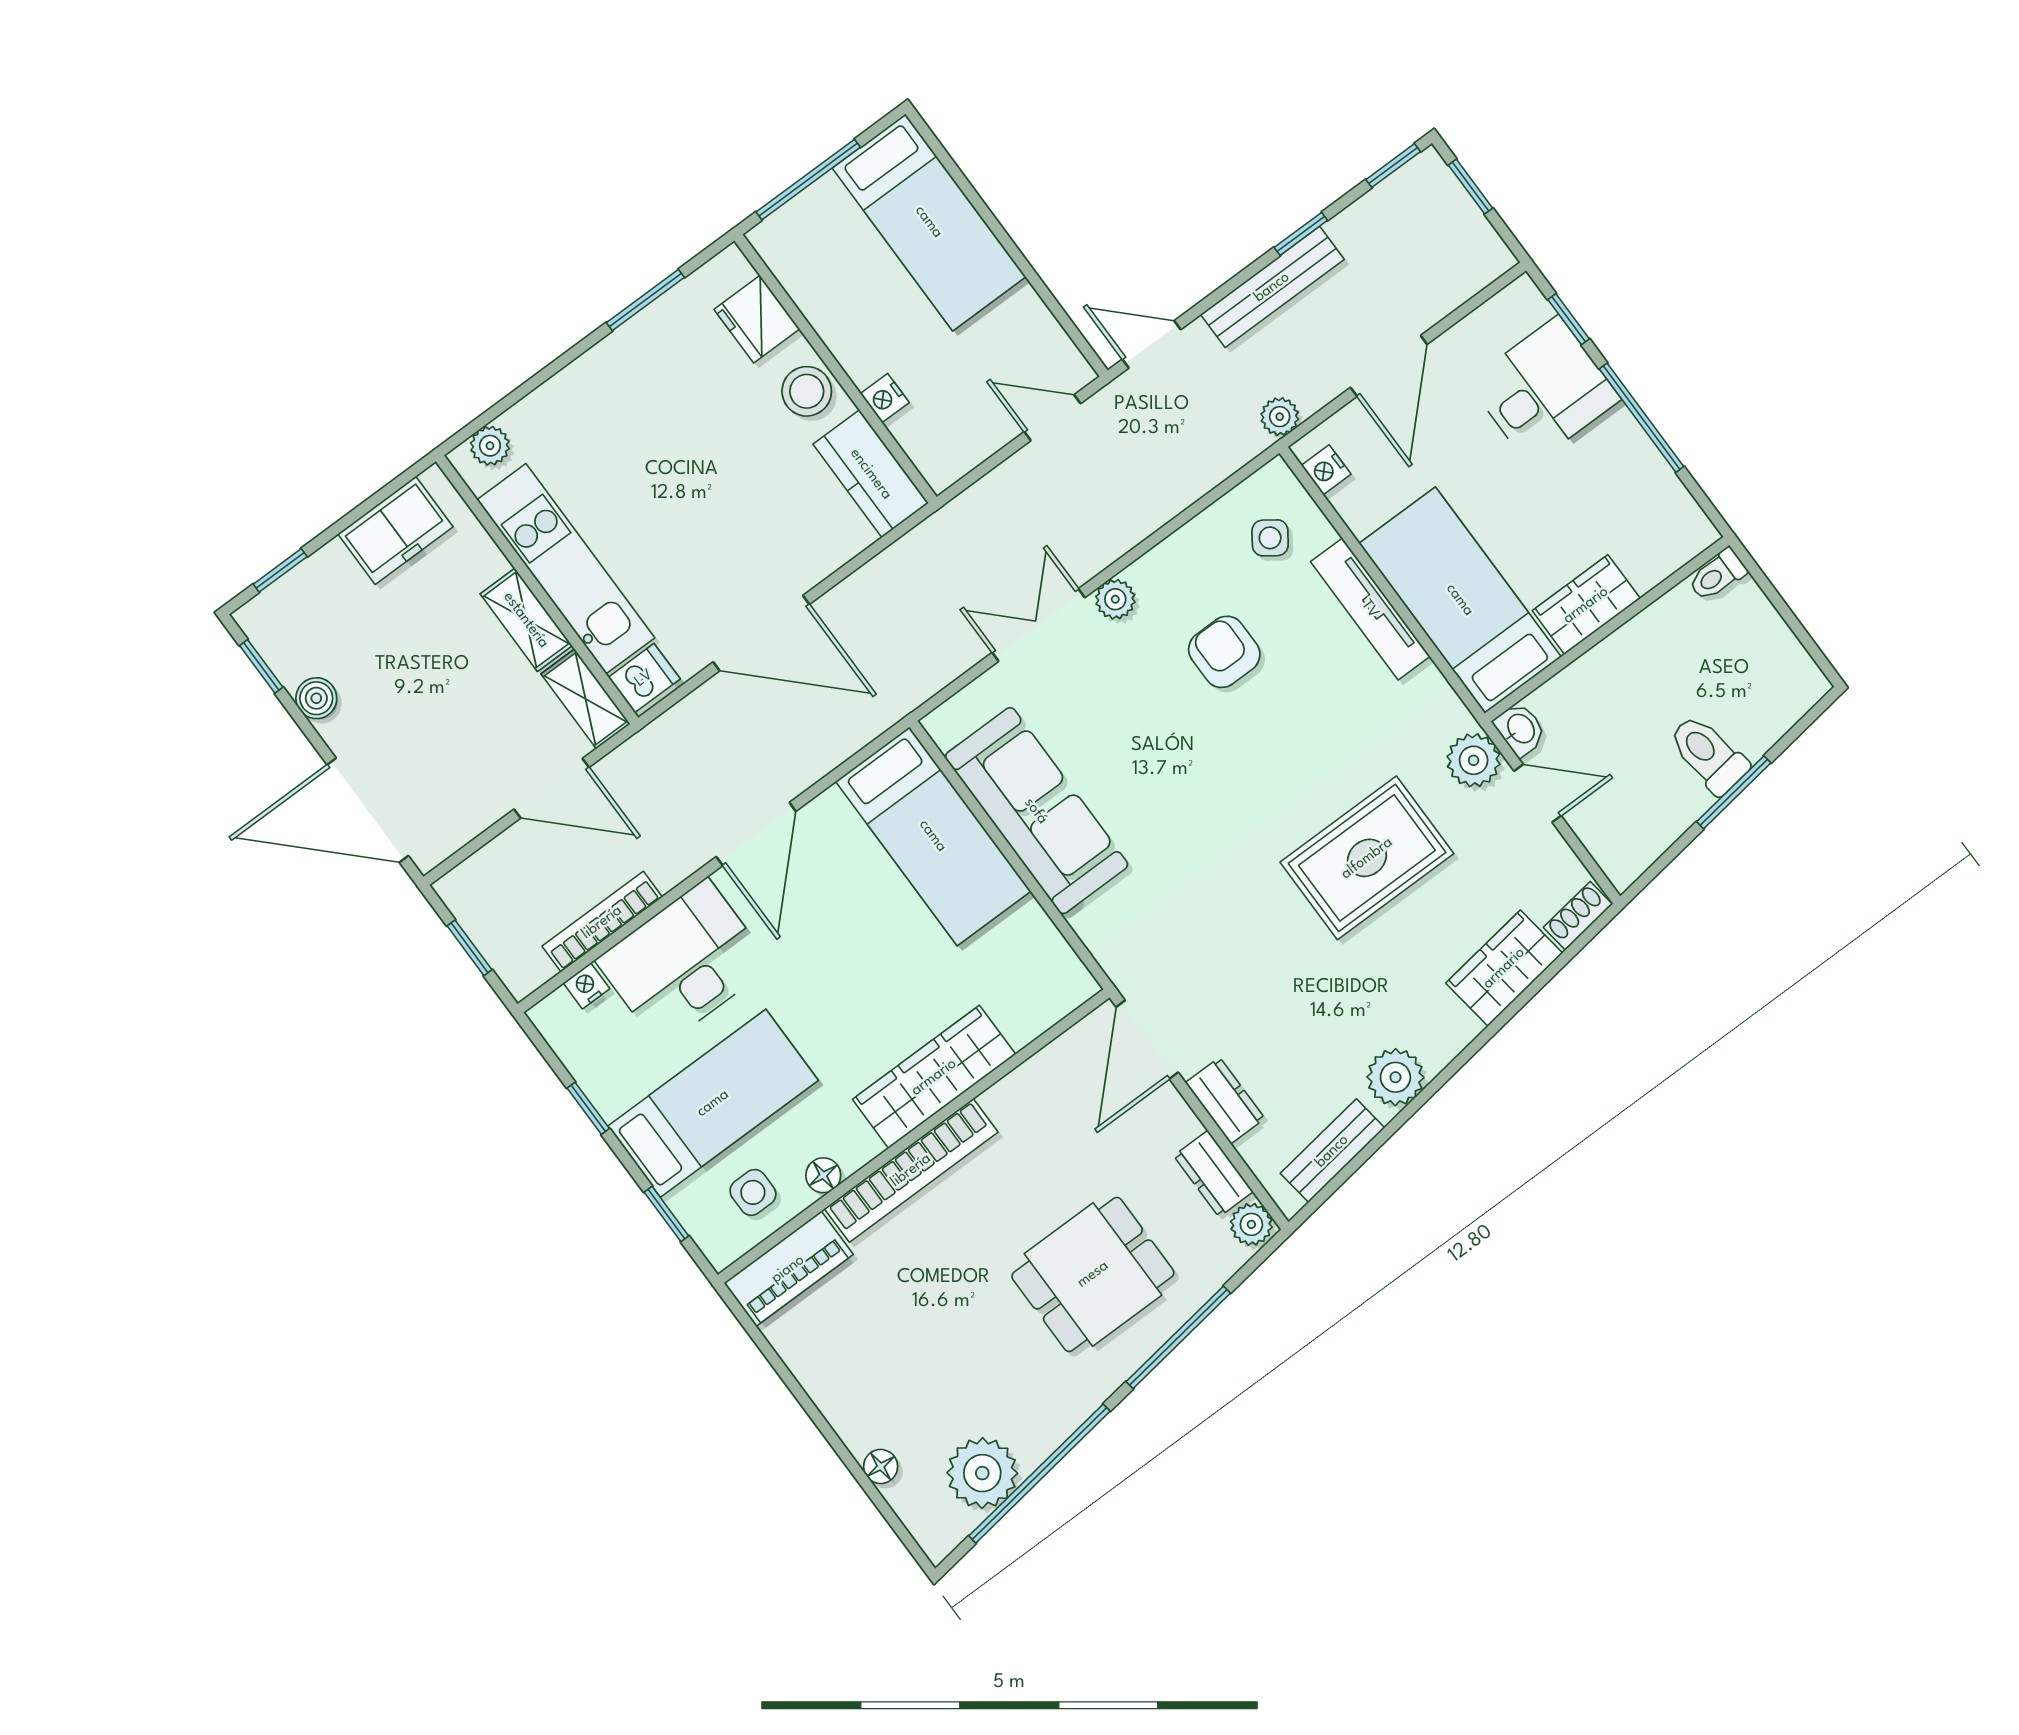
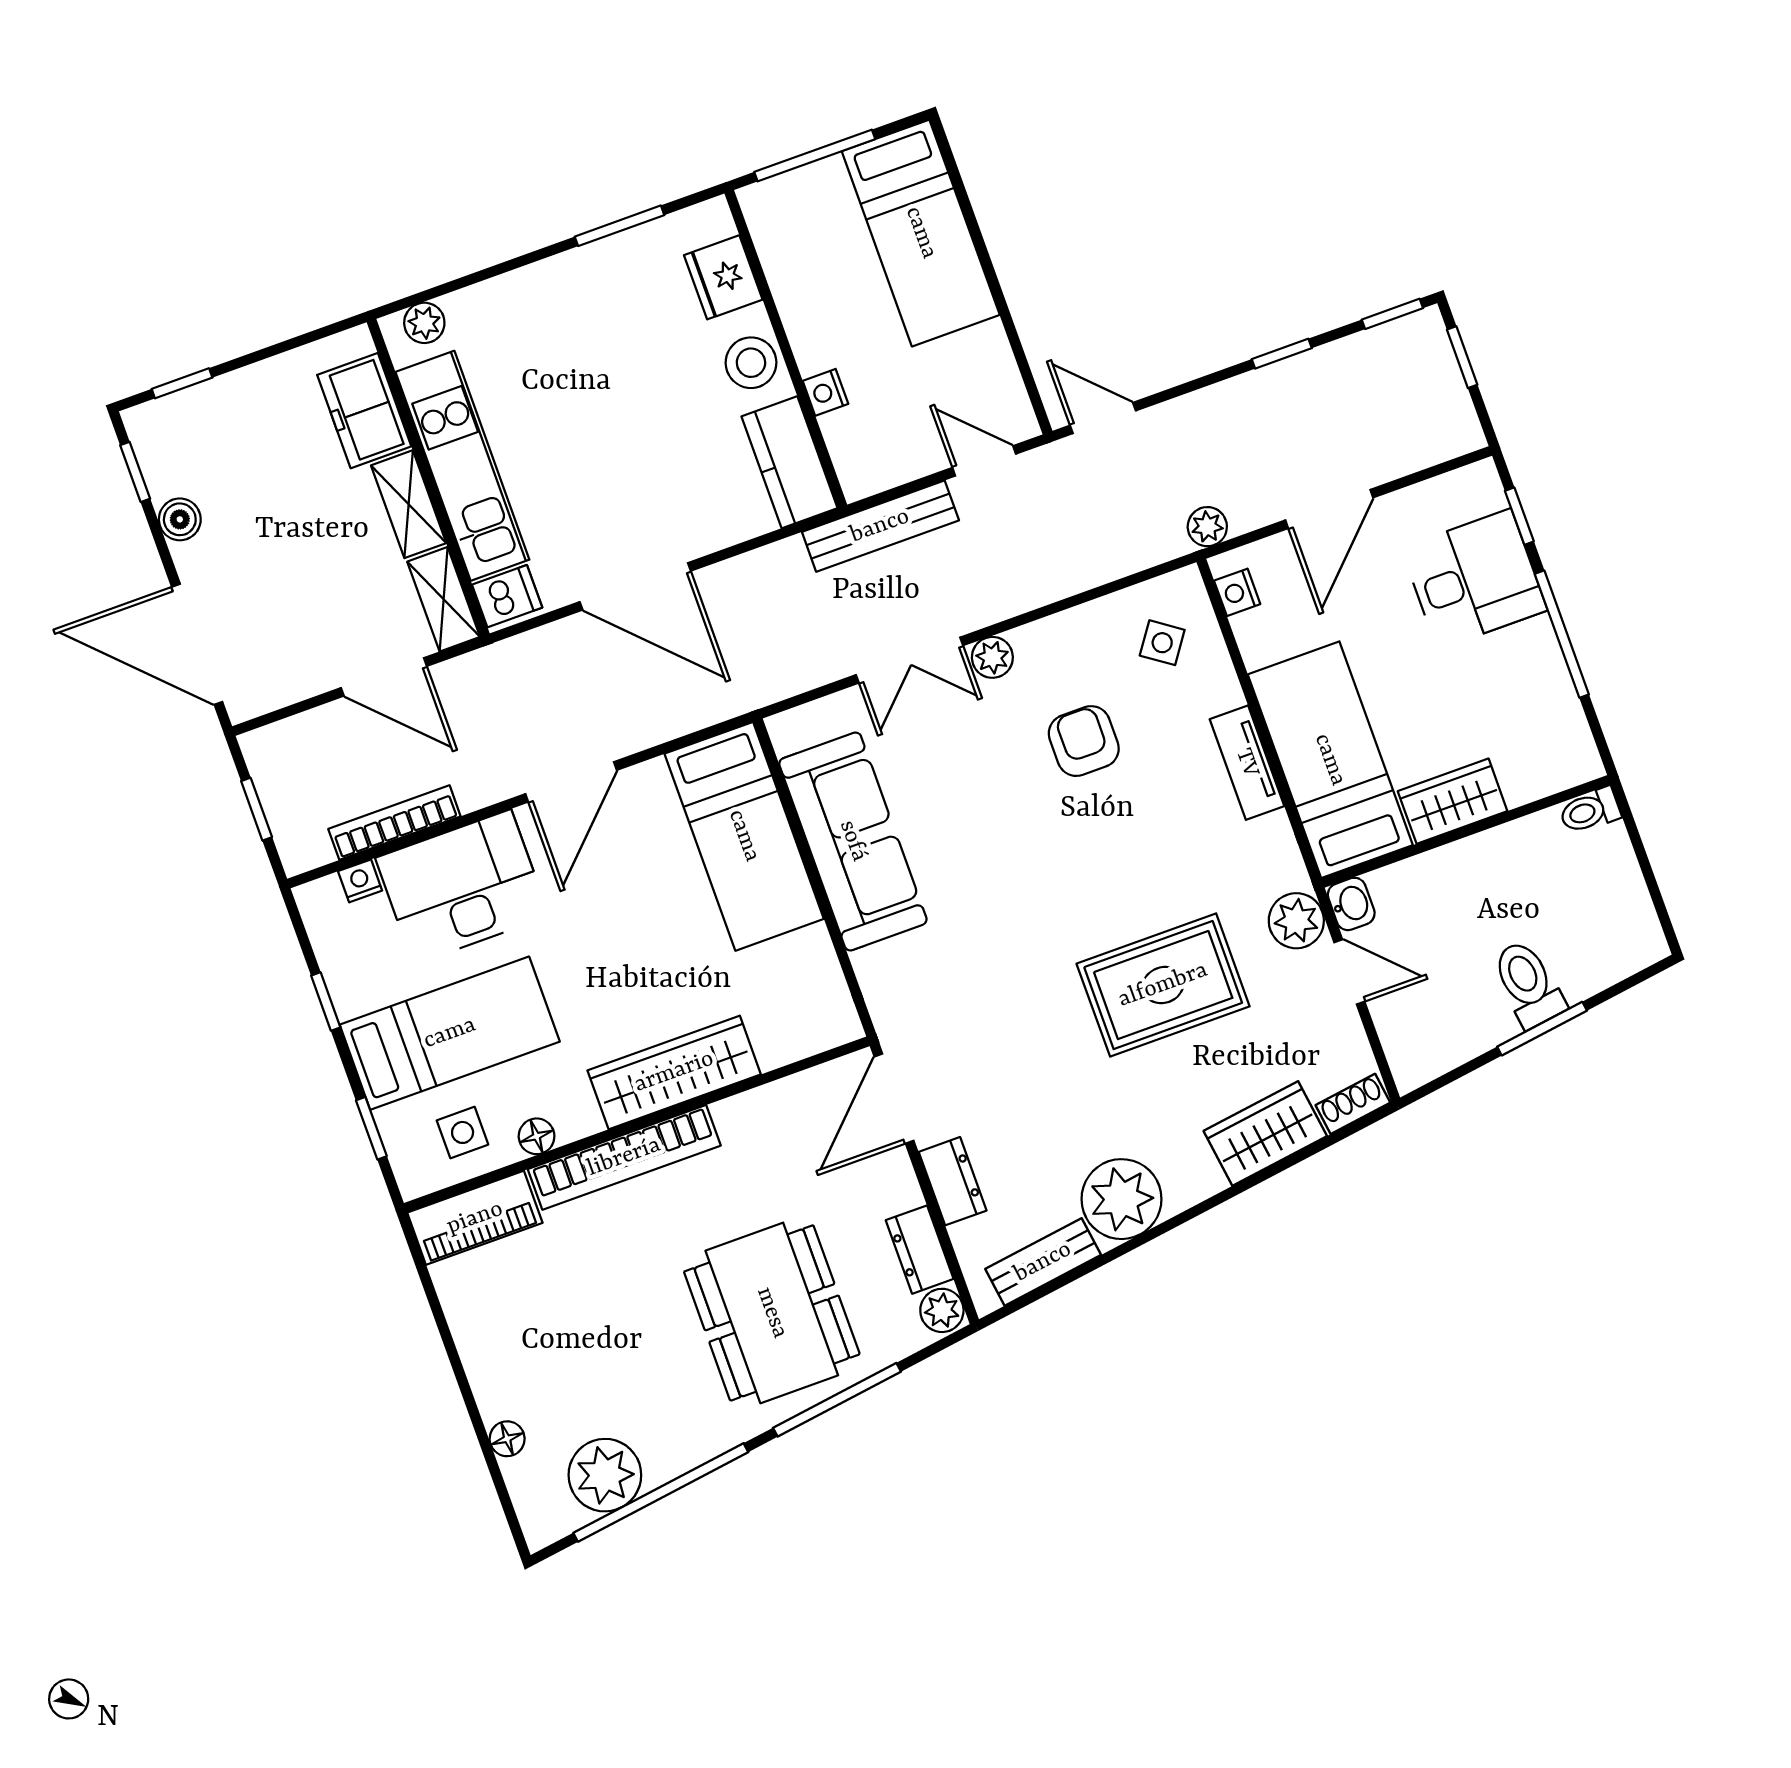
bench: (1272, 287) -> (880, 526), moved
freezer: (395, 530) -> (364, 411), moved, turned 90
tv unit: (1370, 609) -> (1247, 763), width x0.71
double door: (1039, 625) -> (910, 660), swing flipped
plant: (1395, 1077) -> (1121, 1199), width x1.36, depth x1.36
dining table: (1093, 1274) -> (772, 1313), width x1.38

